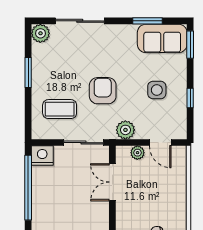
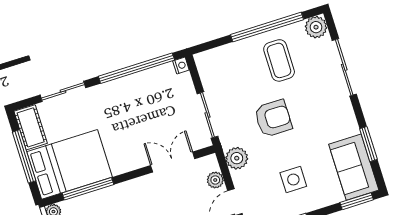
window: (28, 73) -> (267, 27), width x2.11
coffee table: (60, 109) -> (279, 60), moved
nightstand: (42, 156) -> (181, 65), width x0.53, depth x0.56

